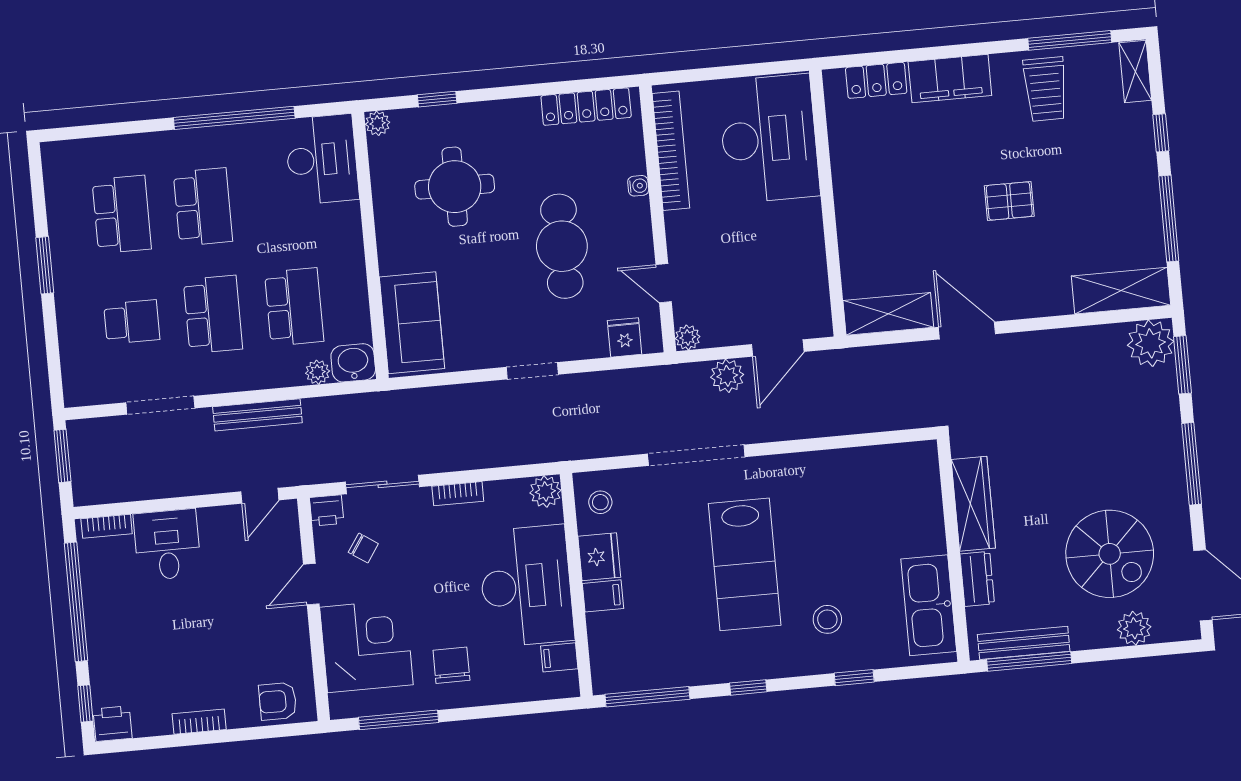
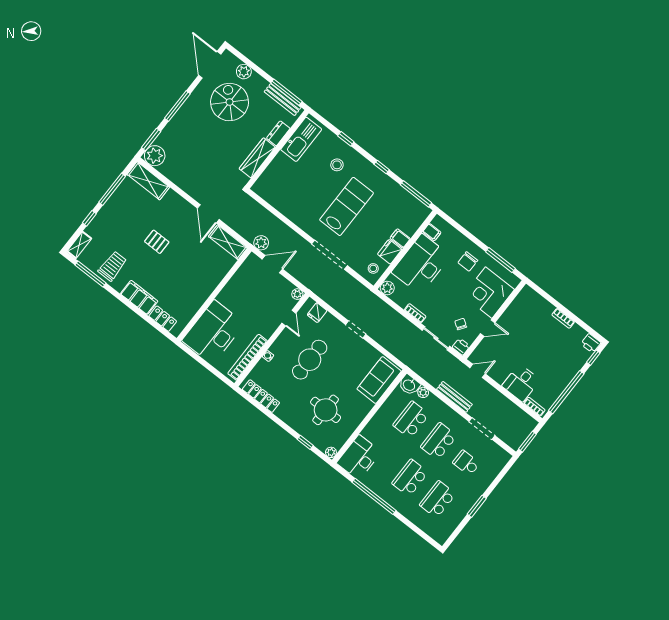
plant: (727, 376) -> (261, 243), moved
armchair: (278, 701) -> (533, 302), removed

